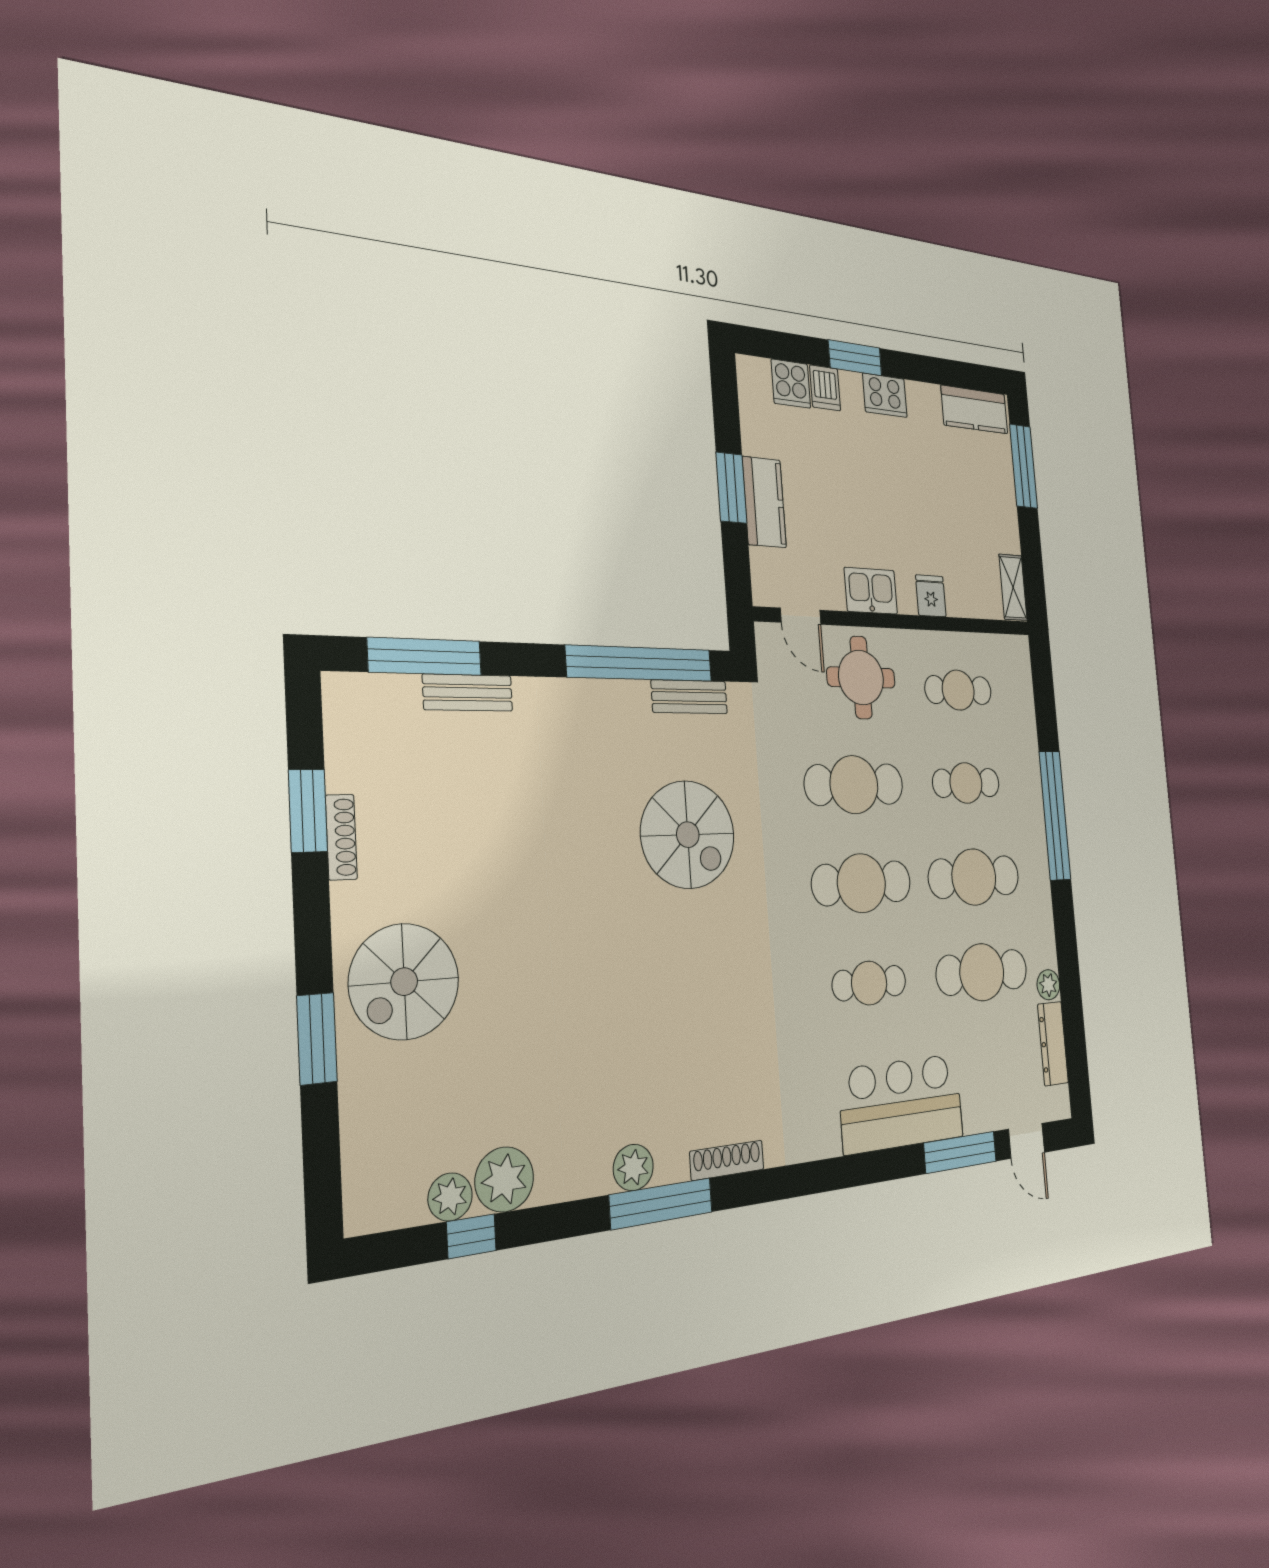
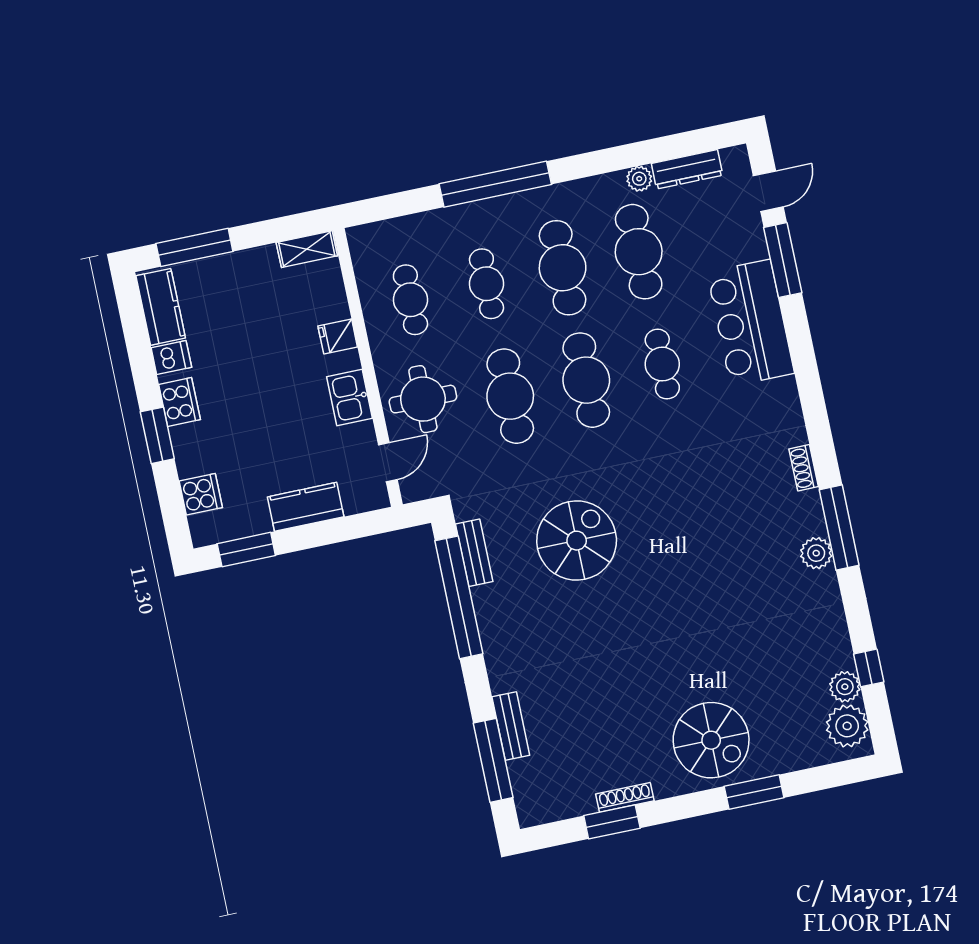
dishwasher: (825, 388) -> (171, 358), moved
window: (731, 488) -> (246, 550), moved
shoe rack: (727, 1160) -> (804, 468), width x0.70
plant: (504, 1179) -> (847, 726), moved

